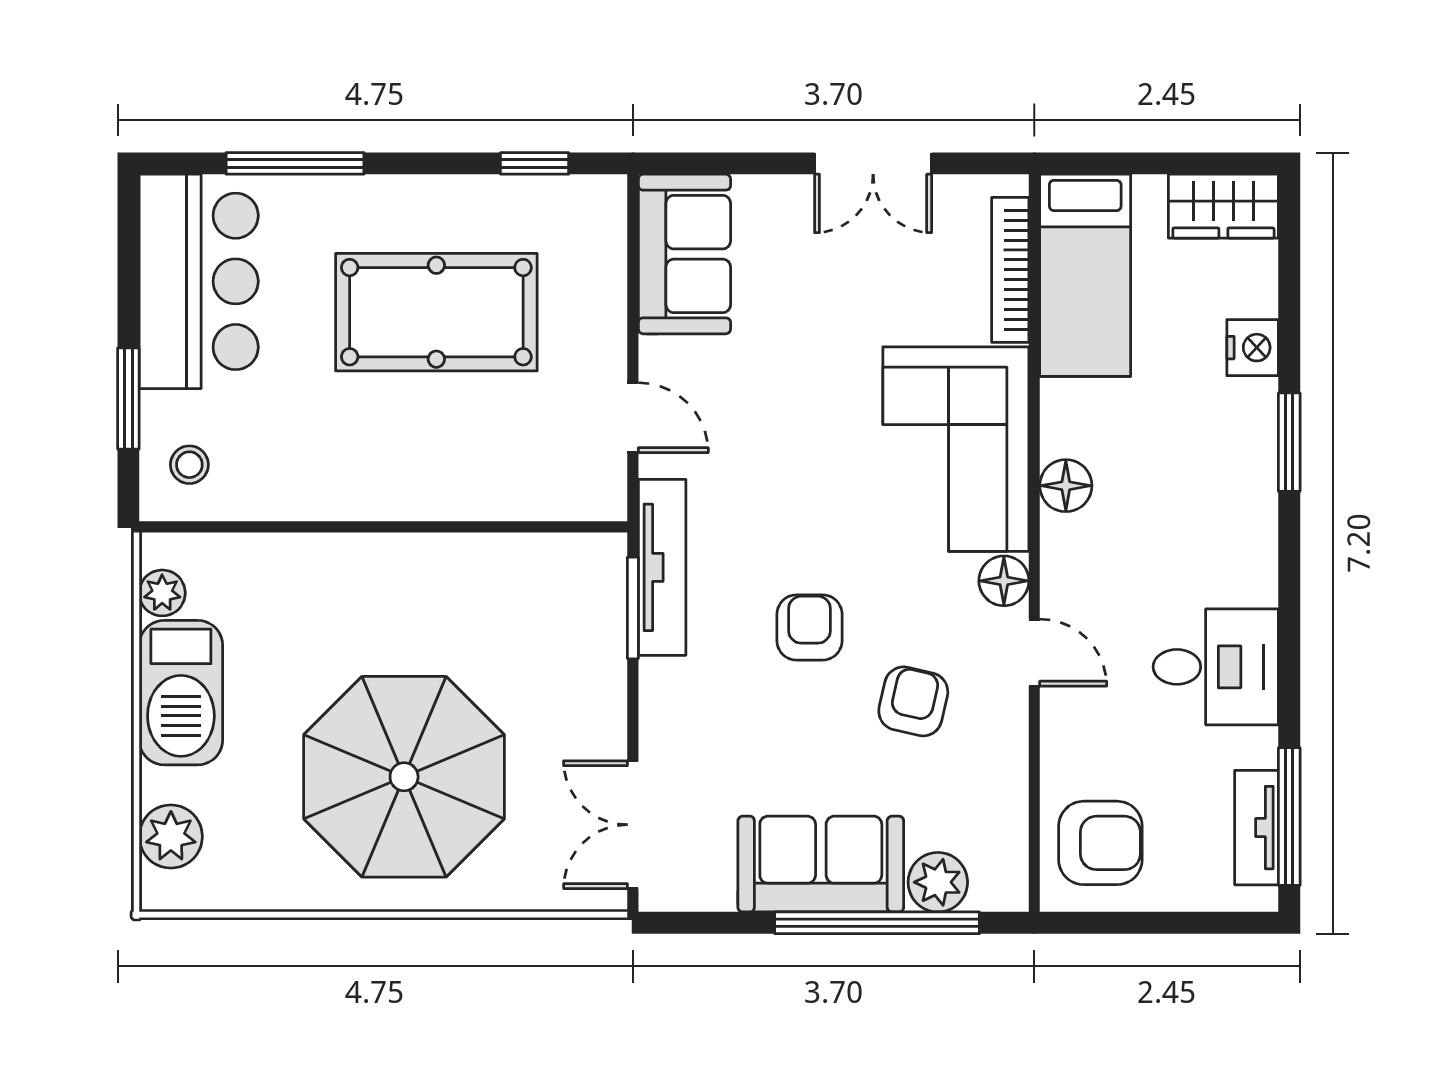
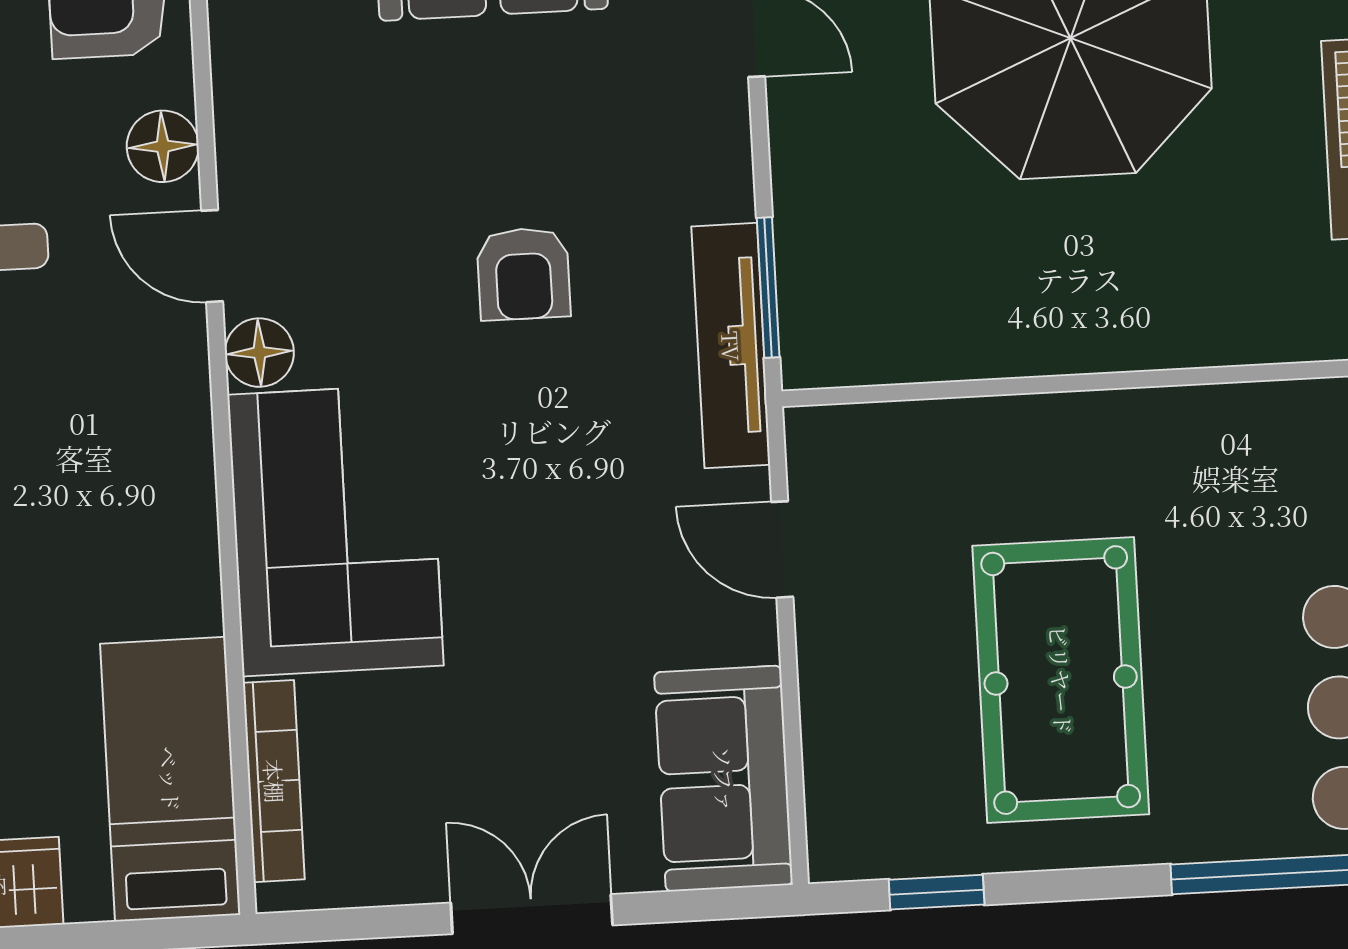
double door: (873, 163) -> (532, 914), moved
pool table: (436, 312) -> (1061, 680), turned 90
floor lamp: (1066, 486) -> (163, 146), moved
armchair: (913, 701) -> (375, 180), removed

